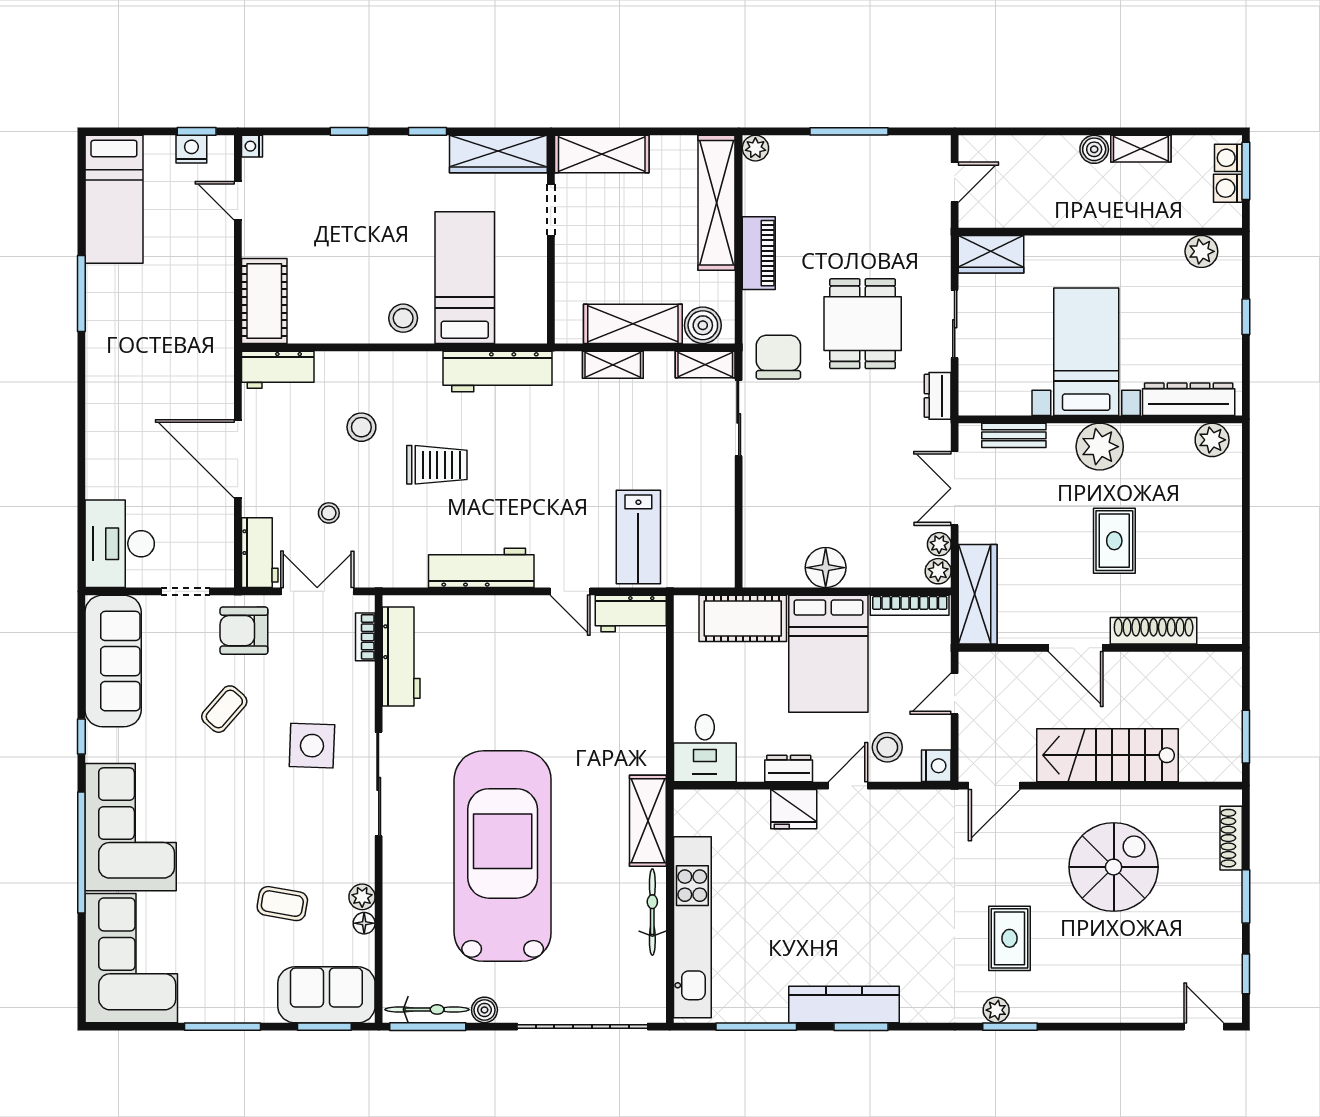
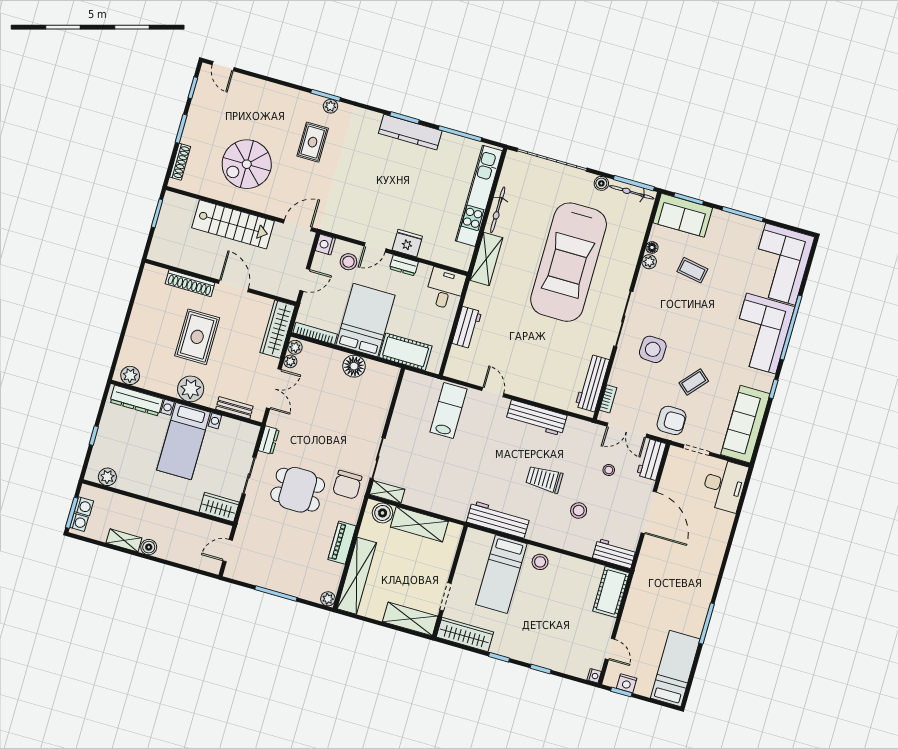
dining table: (863, 324) -> (298, 490), turned 90
shelving: (613, 365) -> (436, 506), removed
rug: (1114, 541) -> (197, 337), width x1.36, depth x1.43
workbench: (631, 613) -> (467, 327), moved, turned 90

